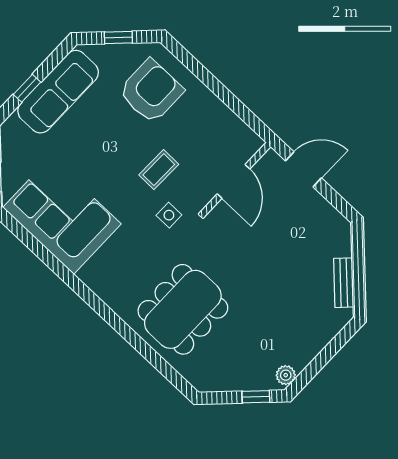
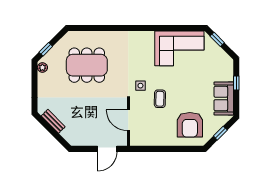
sofa: (58, 92) -> (224, 98), width x0.73
dining table: (183, 309) -> (87, 65), moved, turned 90

